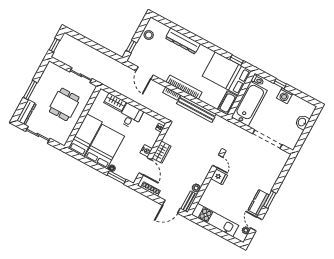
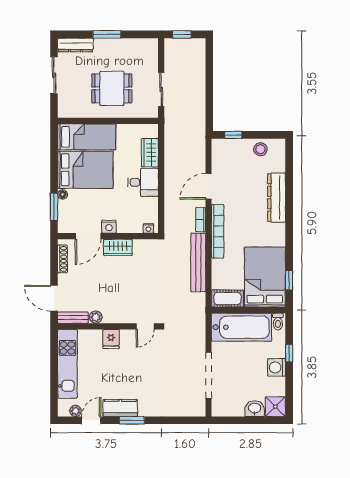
door: (145, 73) -> (209, 186), moved
shower: (308, 109) -> (275, 407), added
fridge: (219, 177) -> (111, 339), moved

